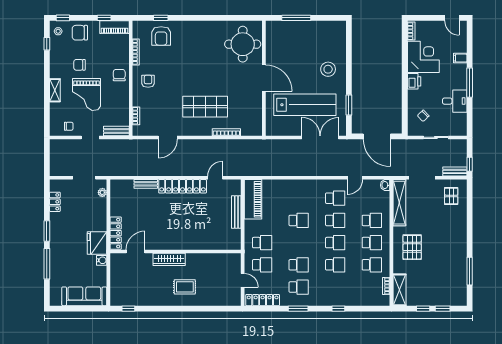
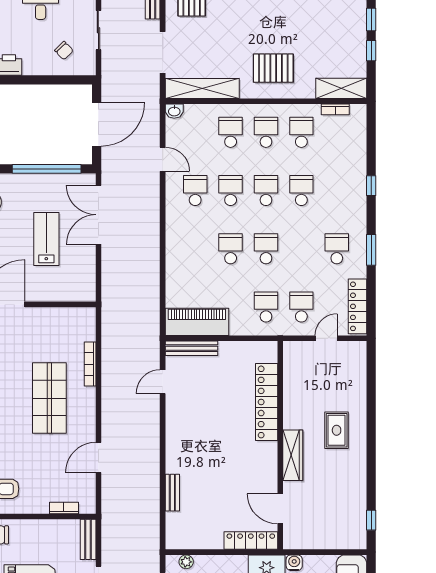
lab bench: (305, 105) -> (46, 239), width x0.54, depth x0.72
window: (349, 105) -> (47, 169), width x2.11
door: (168, 137) -> (98, 458), swing flipped
door: (215, 178) -> (163, 382), hinge flipped
locker: (183, 186) -> (267, 402), moved, turned 180
bench: (236, 212) -> (191, 348), moved
school desk: (299, 265) -> (266, 249), moved

